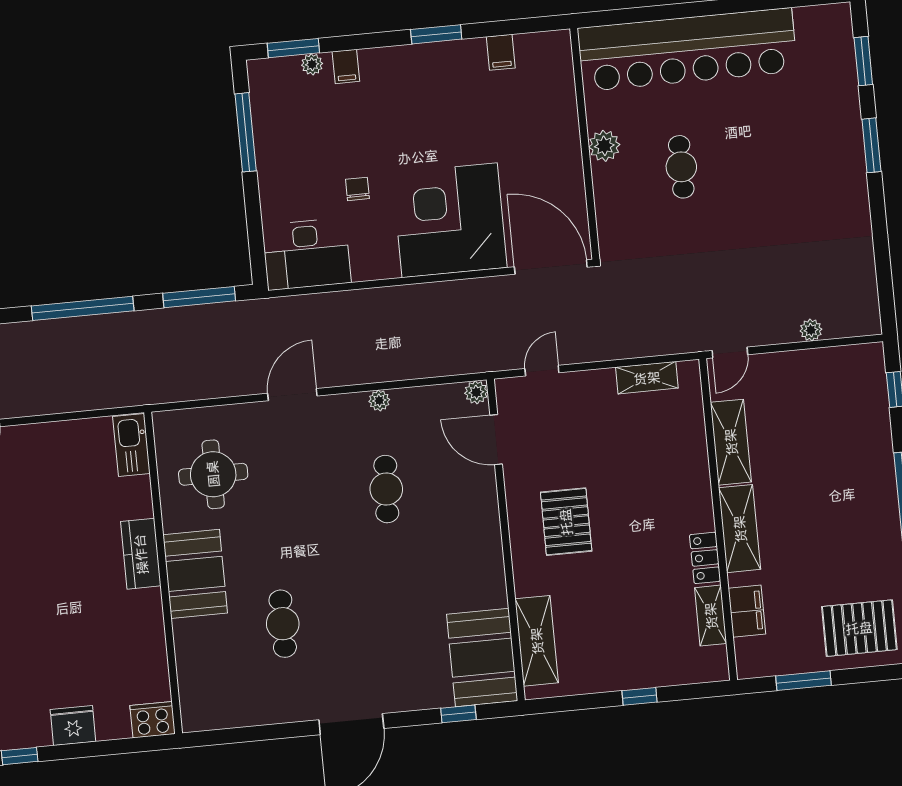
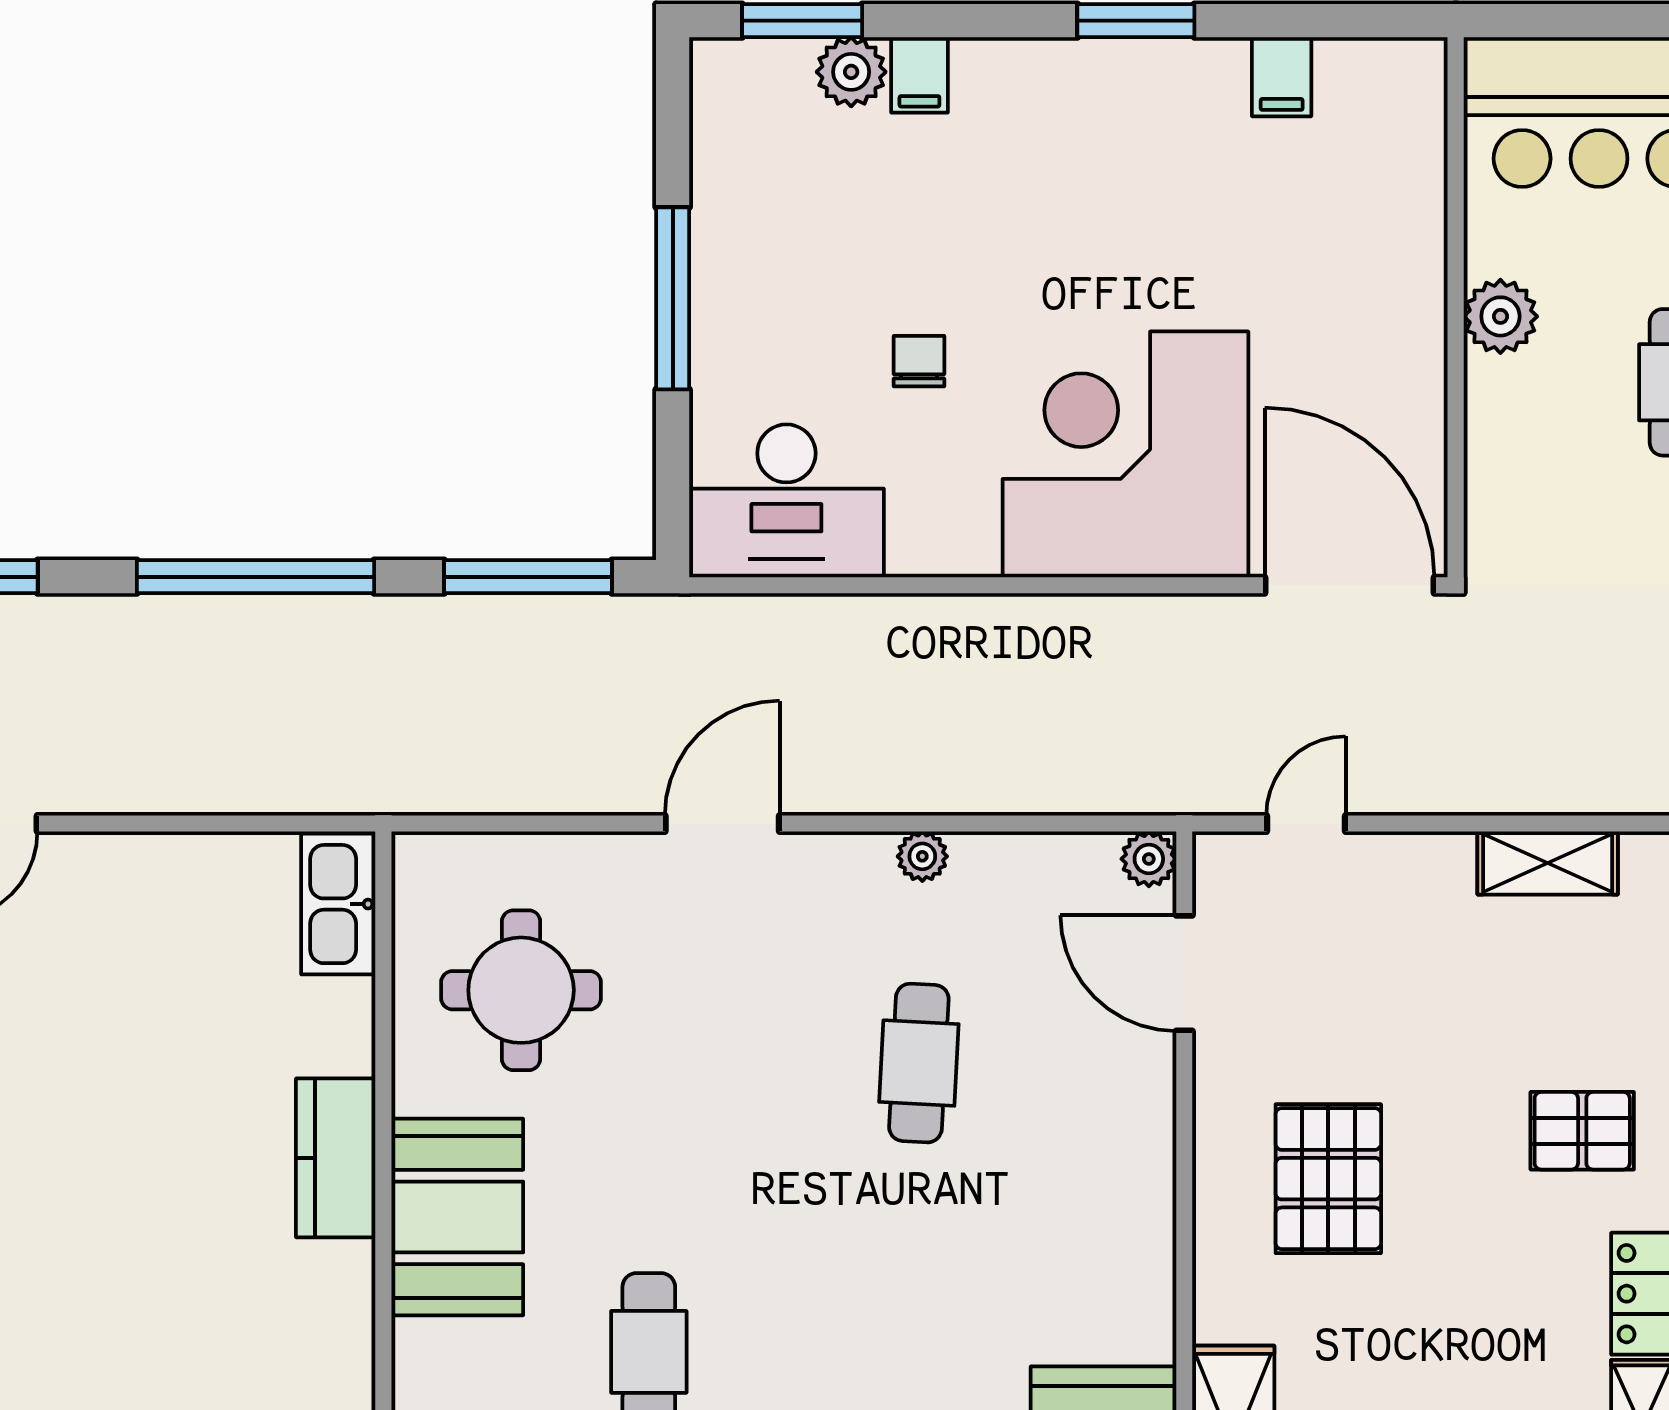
plant: (312, 64) -> (851, 72), width x1.38, depth x1.38
window: (246, 132) -> (673, 298), moved
pallet: (673, 491) -> (1582, 1131), added

